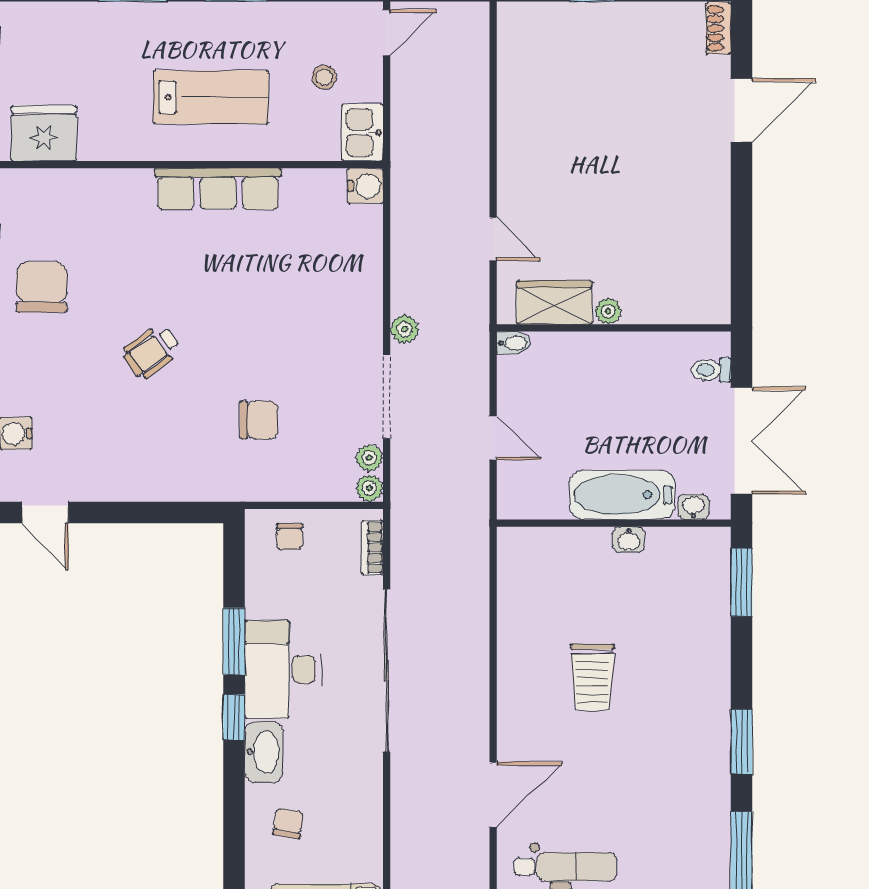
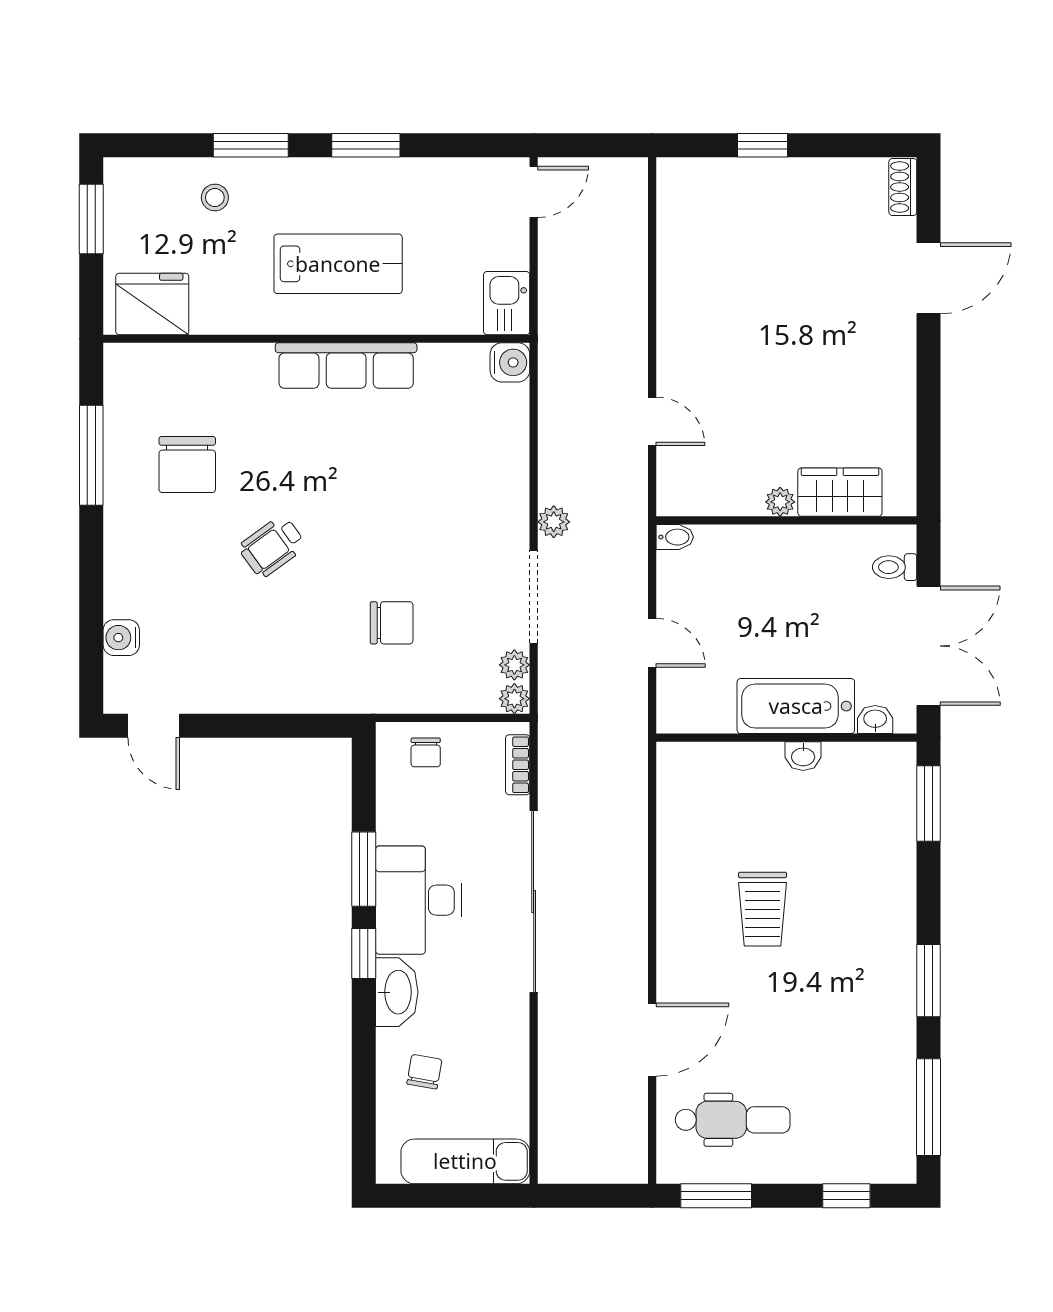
stool: (324, 77) -> (215, 197), moved
chair: (42, 287) -> (187, 465), moved, turned 180
wardrobe: (554, 303) -> (840, 492), moved

